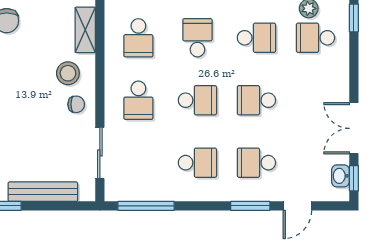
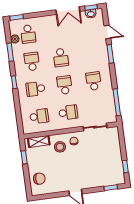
school desk: (256, 163) -> (90, 54), removed
bench: (43, 192) -> (117, 151), removed

